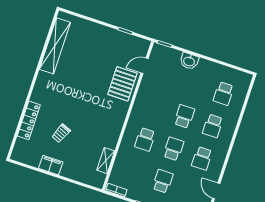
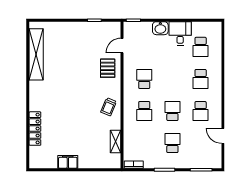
desk: (207, 73) -> (180, 33), added
pallet: (122, 84) -> (108, 68), width x0.67, depth x0.71
school desk: (184, 116) -> (144, 79), moved
trolley: (61, 133) -> (109, 107), moved

